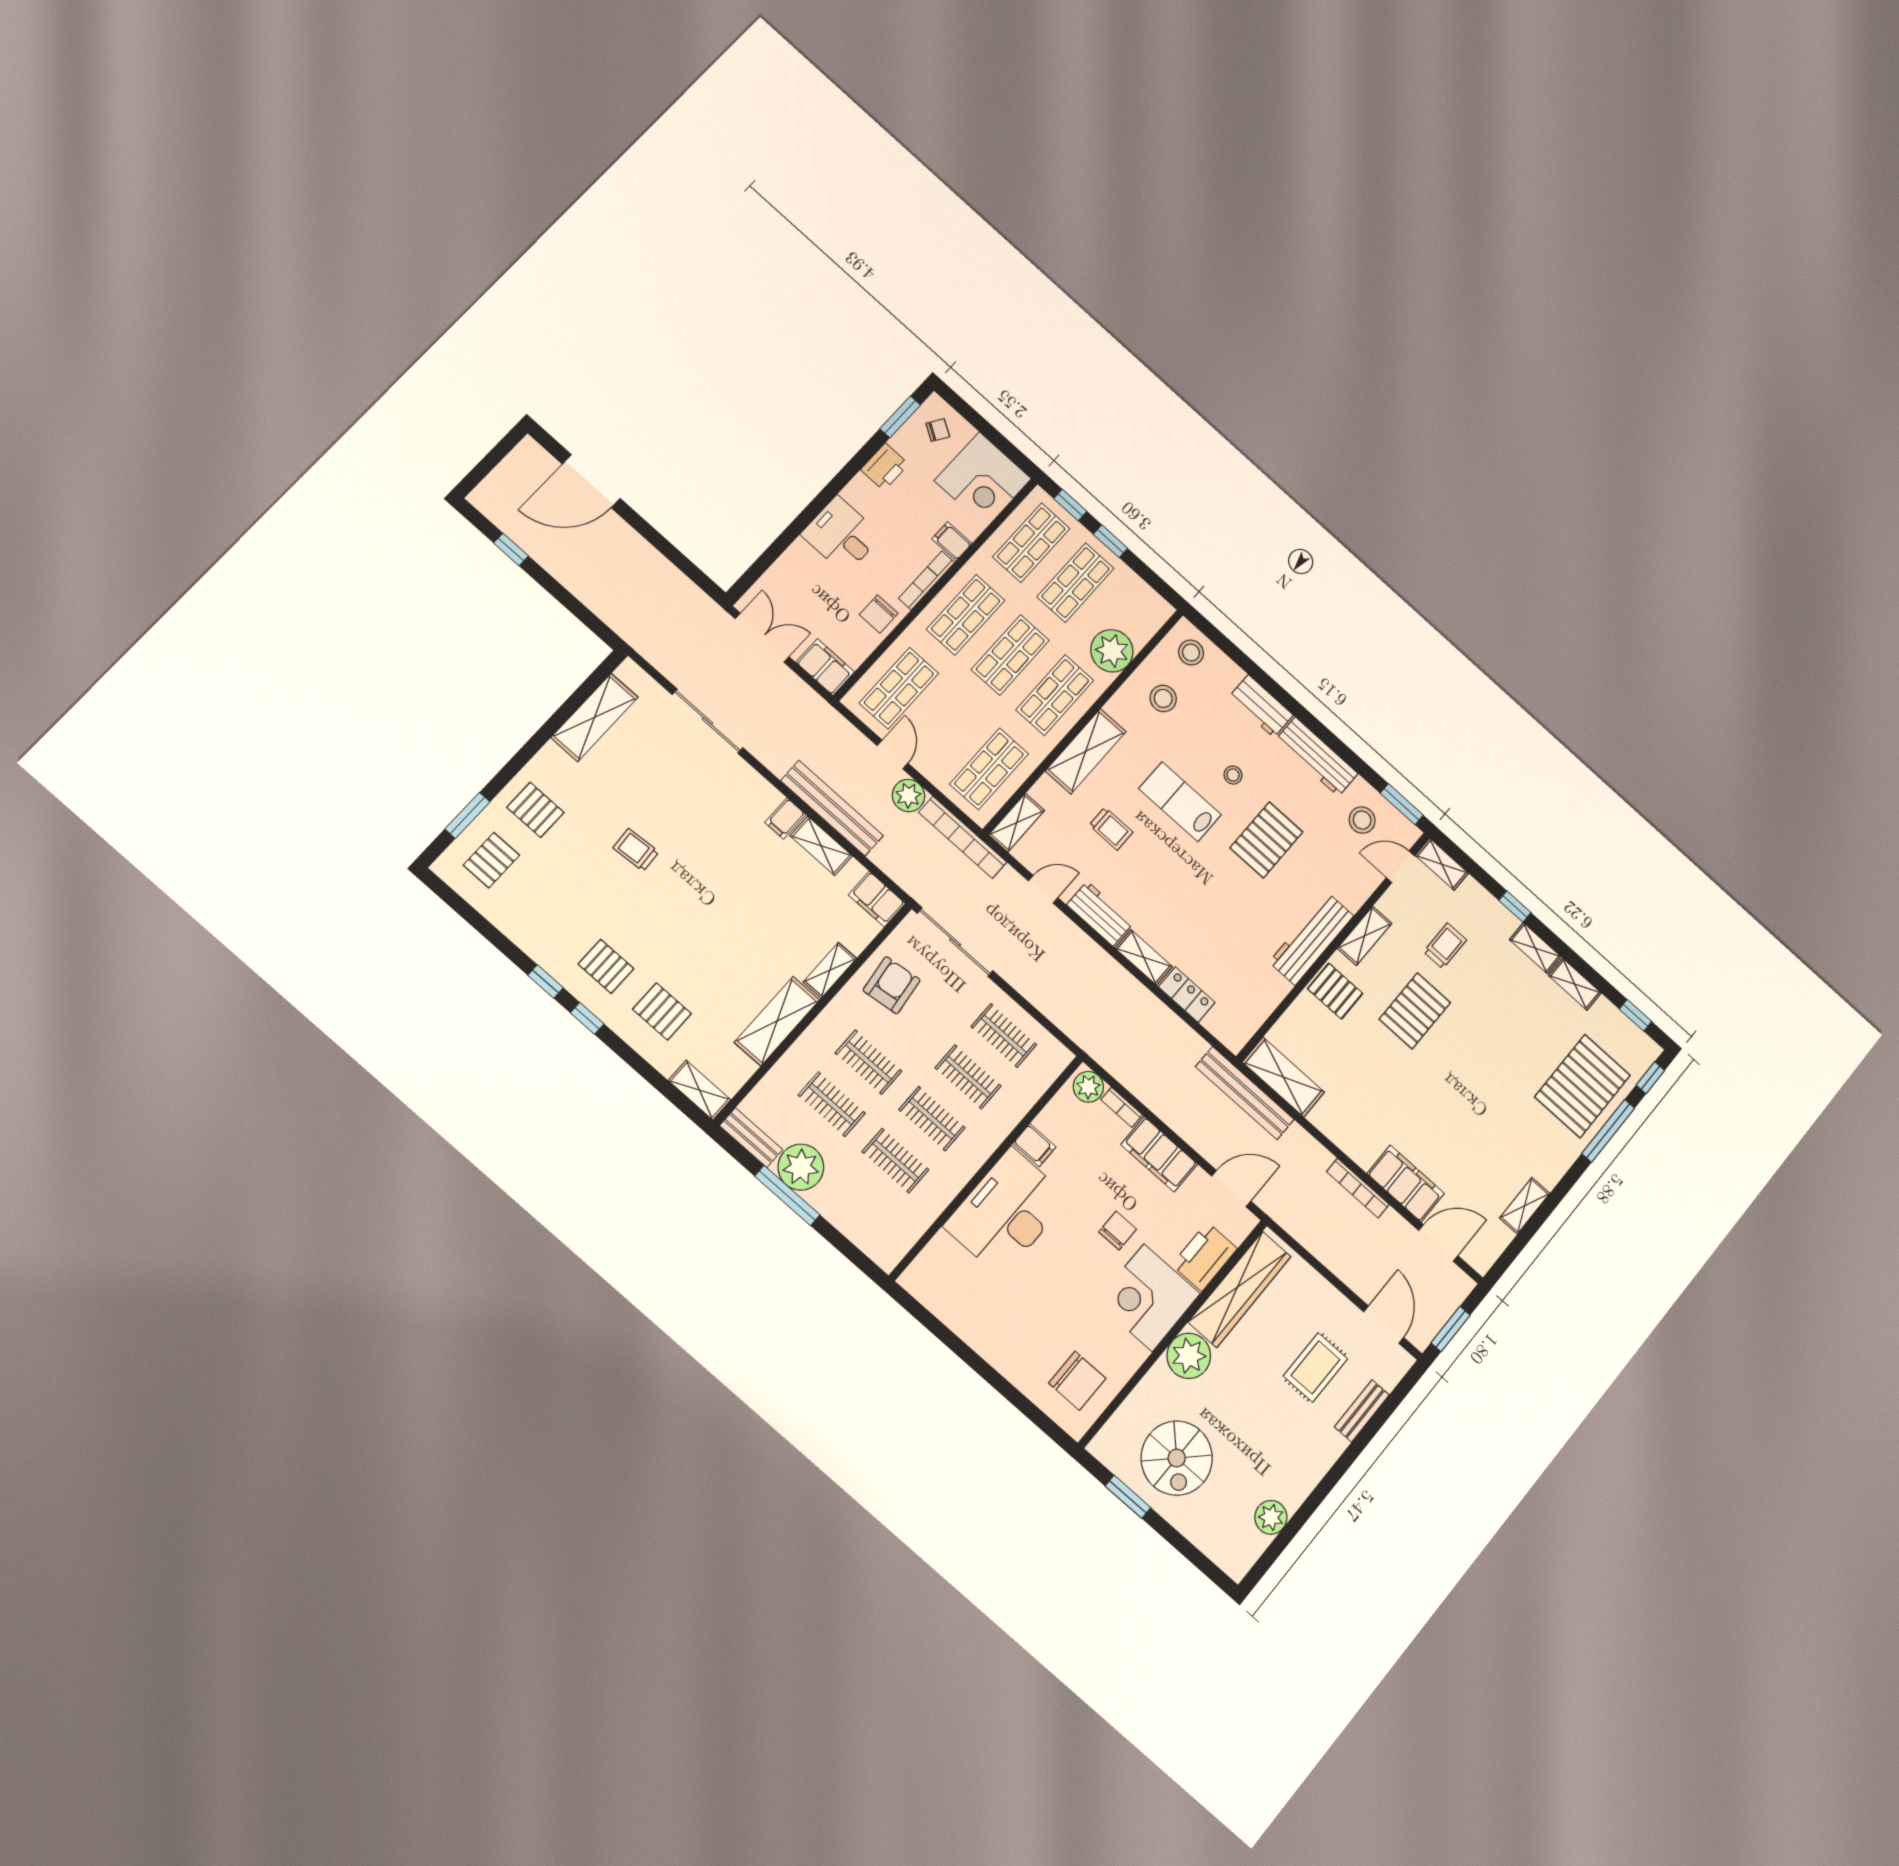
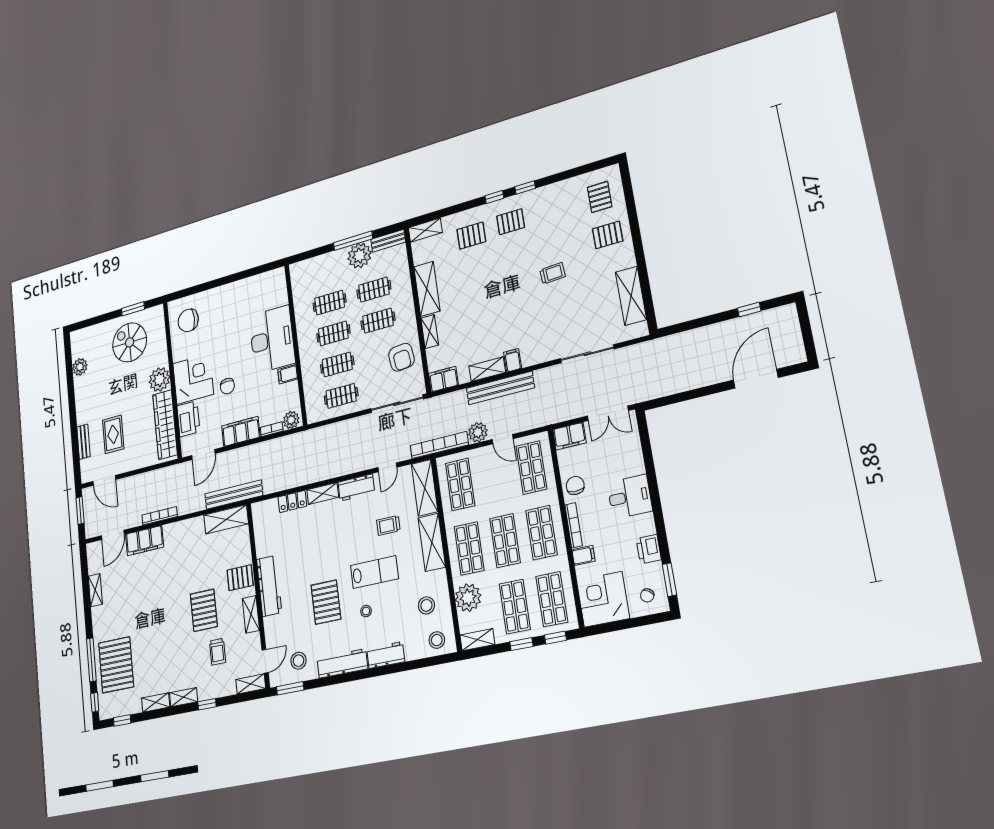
shelving: (1149, 601) -> (477, 640), added
window: (467, 815) -> (630, 199), removed
shelving: (1017, 823) -> (425, 488), width x1.50, depth x1.33

